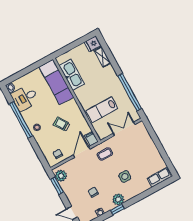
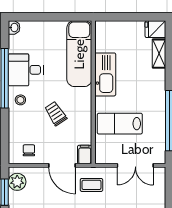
kitchen sink: (72, 75) -> (105, 74), moved
desk: (25, 98) -> (26, 70), moved
double door: (124, 129) -> (135, 165), swing flipped
door: (82, 152) -> (62, 165), swing flipped

